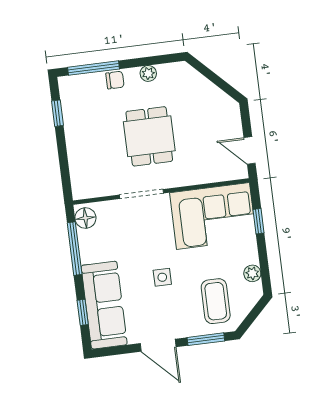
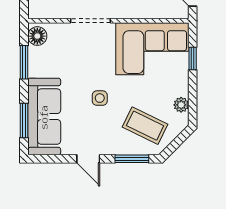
window: (75, 249) -> (24, 62), width x0.69
coffee table: (216, 301) -> (145, 126), turned -64
window: (83, 312) -> (24, 121), width x1.50
door: (158, 345) -> (88, 159), width x0.73

